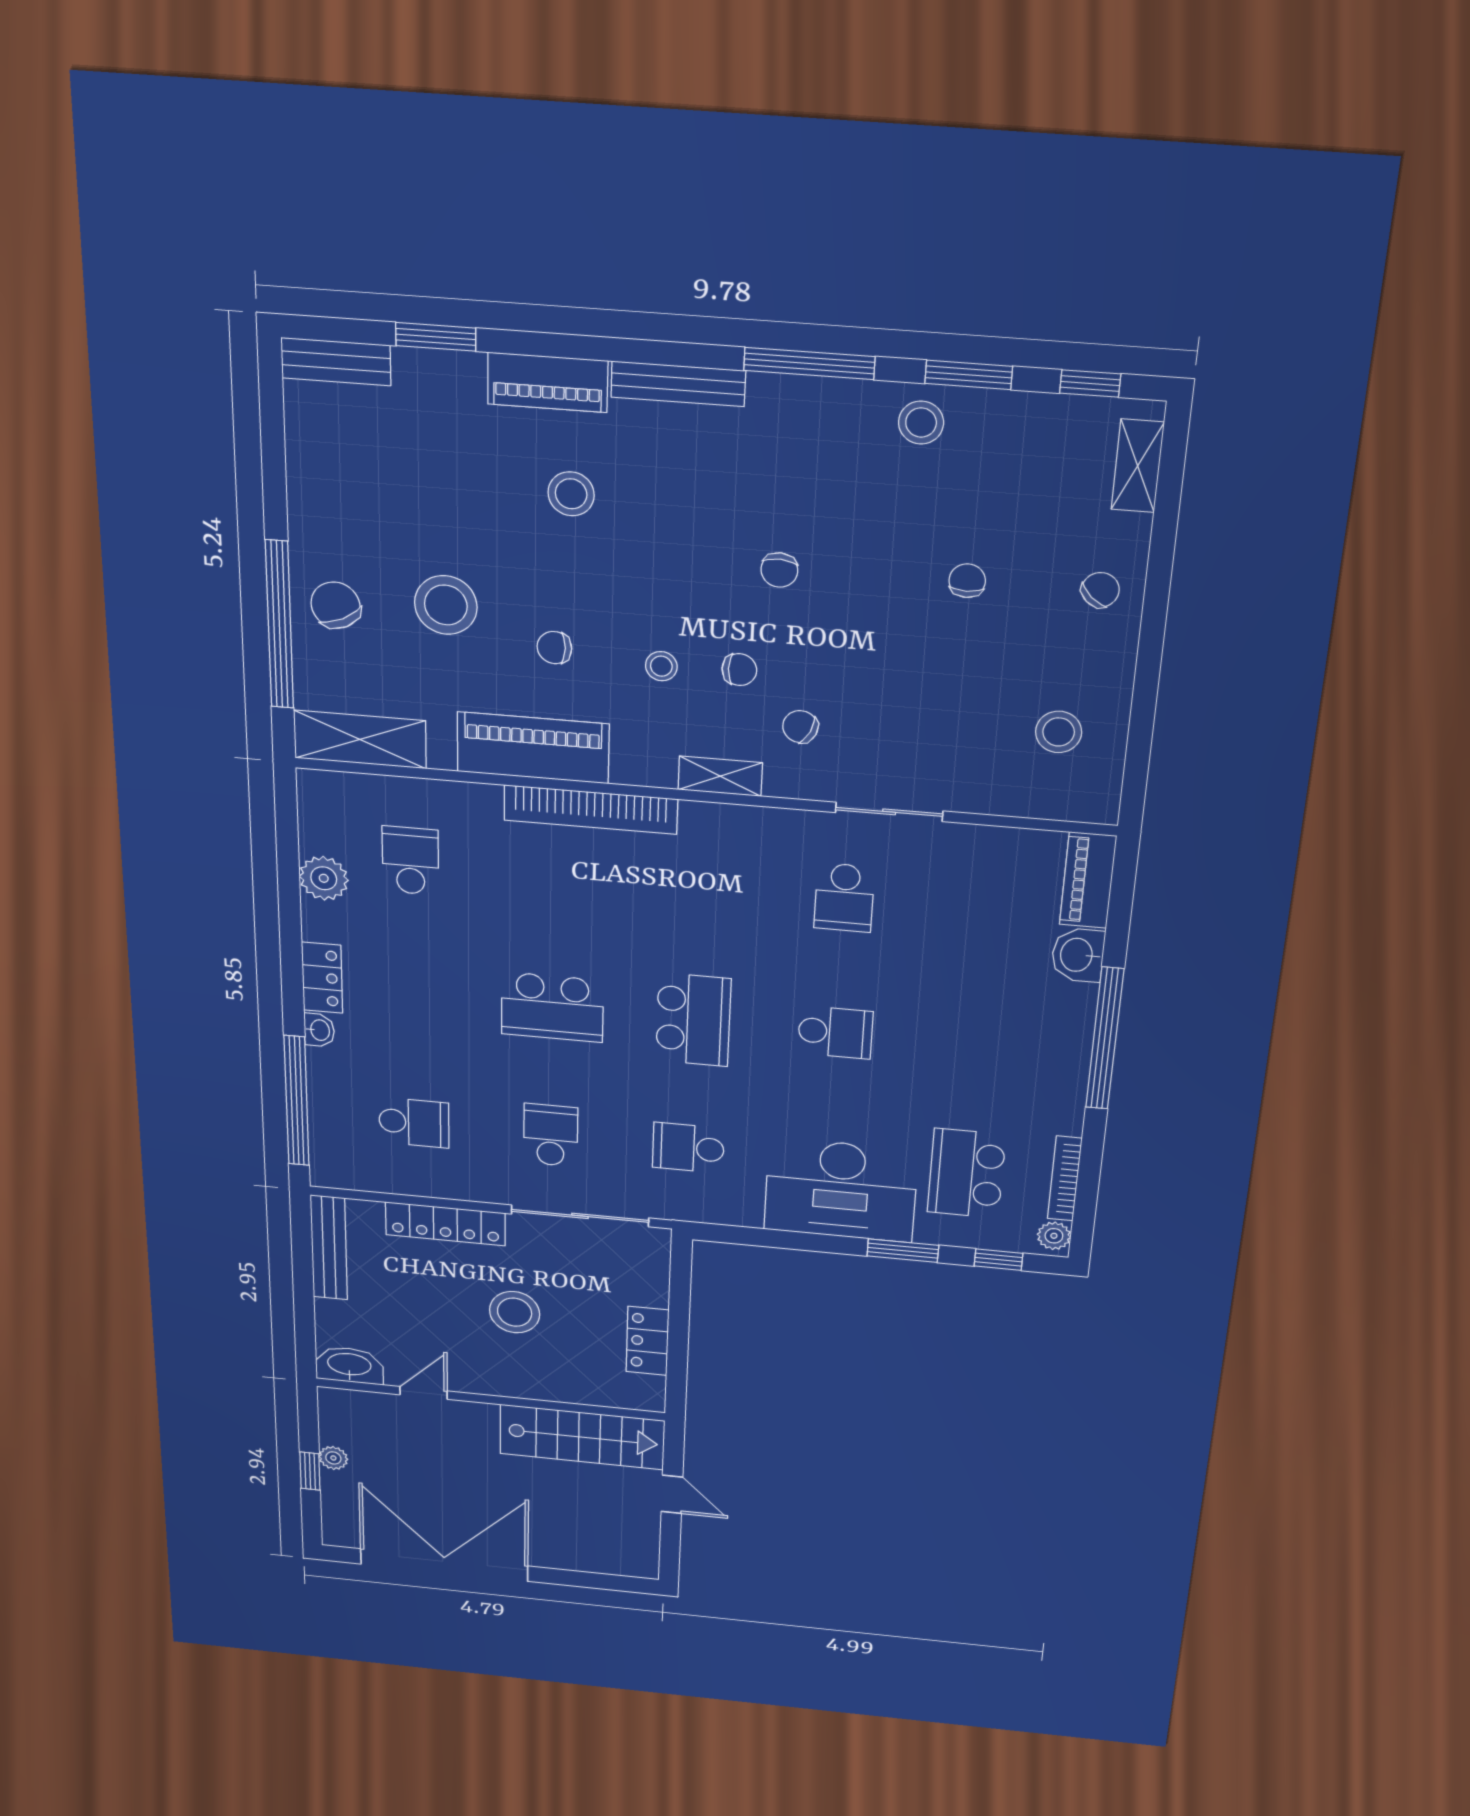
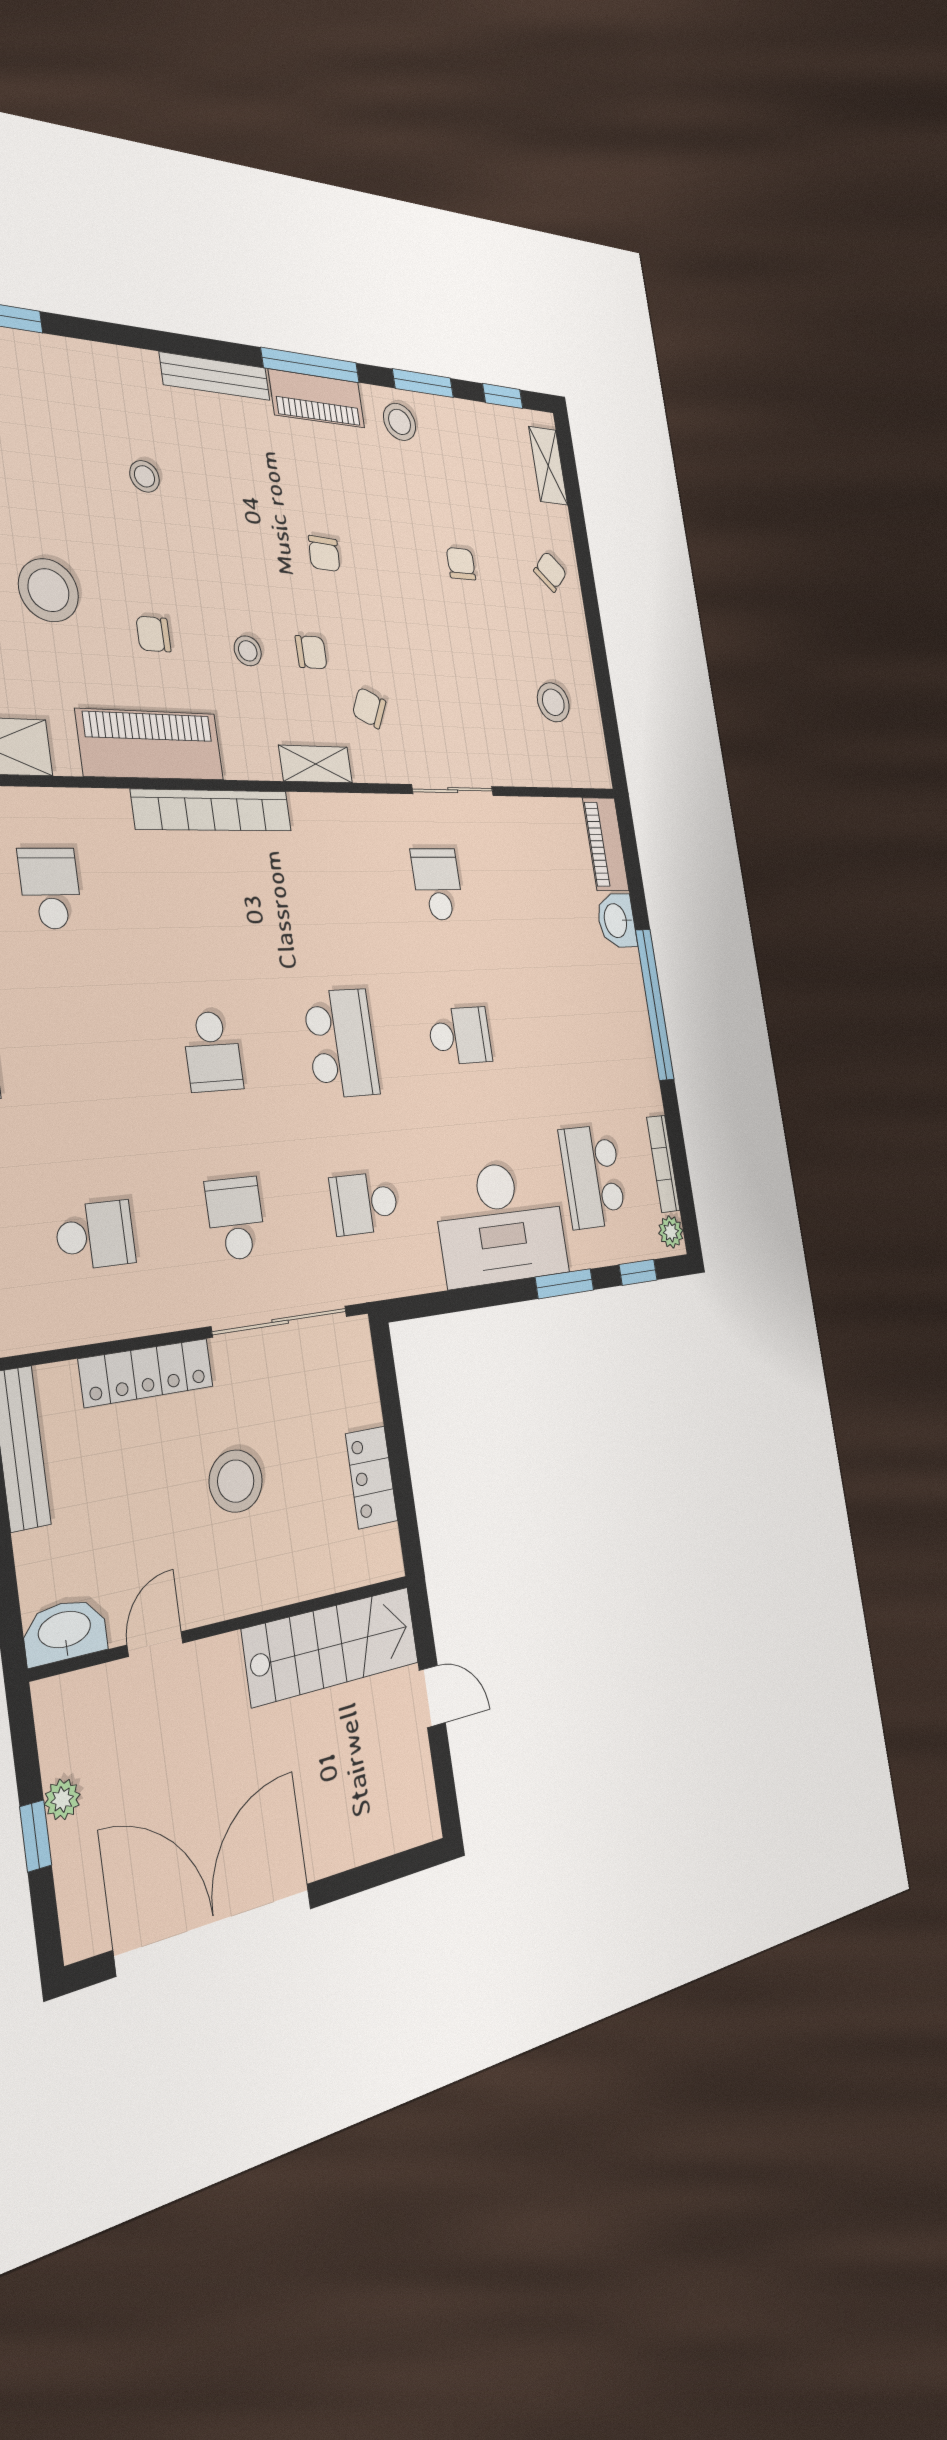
piano: (548, 382) -> (317, 399), moved
stool: (571, 494) -> (145, 476), width x0.73, depth x0.73
school desk: (844, 898) -> (437, 884), turned 180
school desk: (552, 1007) -> (213, 1051), width x0.54

